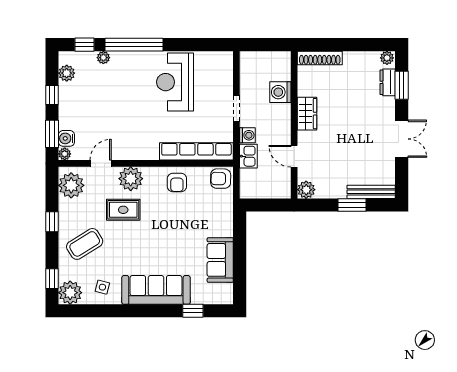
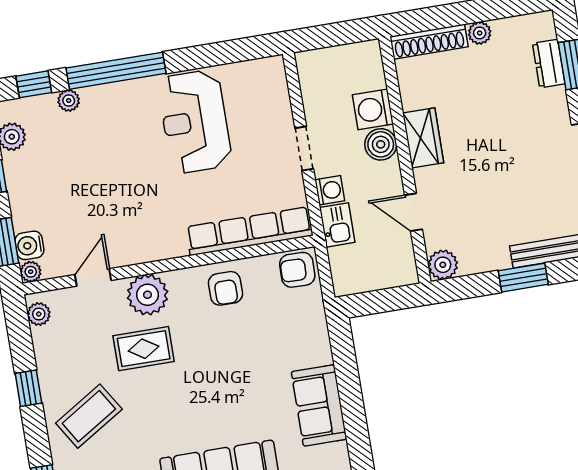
plant: (387, 58) -> (480, 33), moved
boiler: (282, 113) -> (381, 144), added
plant: (71, 185) -> (39, 314), width x0.53, depth x0.53

